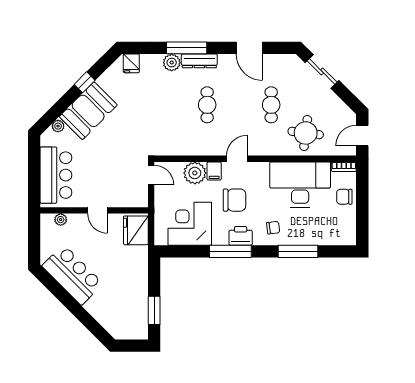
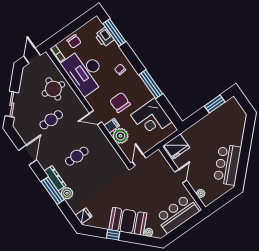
door: (362, 136) -> (32, 56), swing flipped
printer: (241, 236) -> (104, 37), moved
window: (298, 251) -> (114, 33), moved

